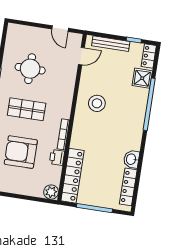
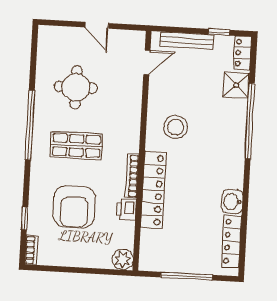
door: (60, 29) -> (97, 25), moved
armchair: (21, 152) -> (74, 207), turned -90
locker: (73, 176) -> (153, 190), moved

